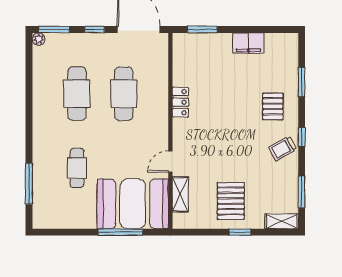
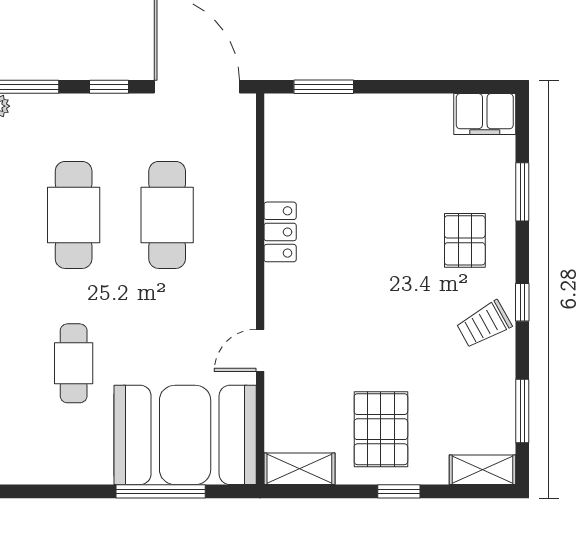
filing cabinet: (248, 43) -> (485, 114), moved
shelving: (180, 194) -> (299, 469), moved, turned 90

